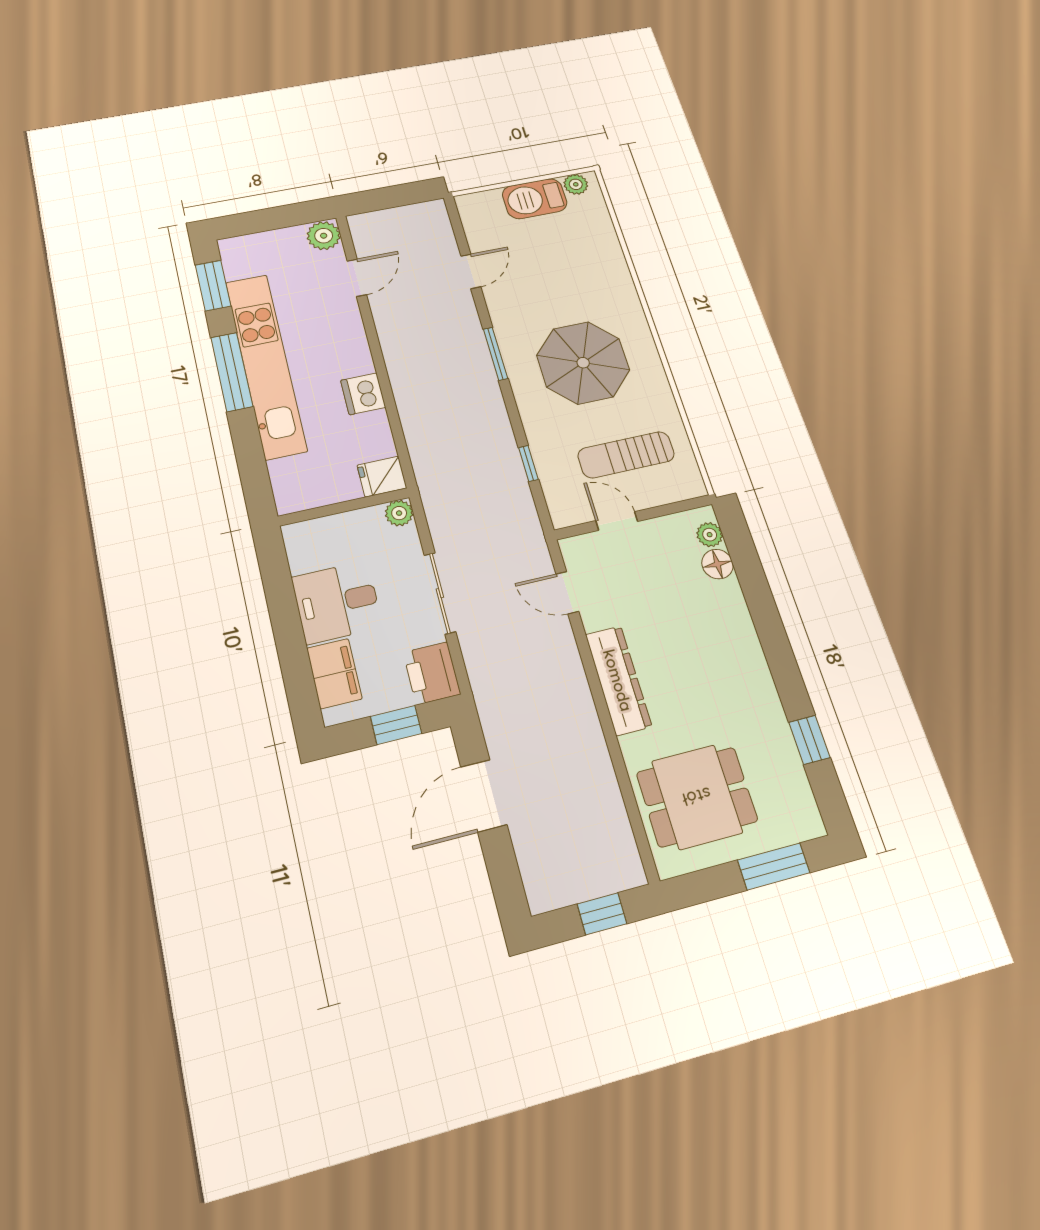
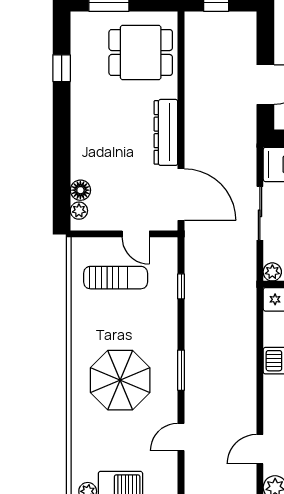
parasol: (583, 363) -> (120, 380), moved
door: (567, 593) -> (181, 195), width x1.87

